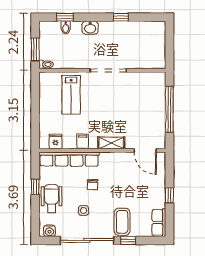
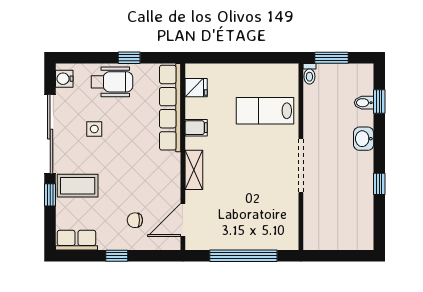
chair: (92, 185) -> (135, 220), moved

